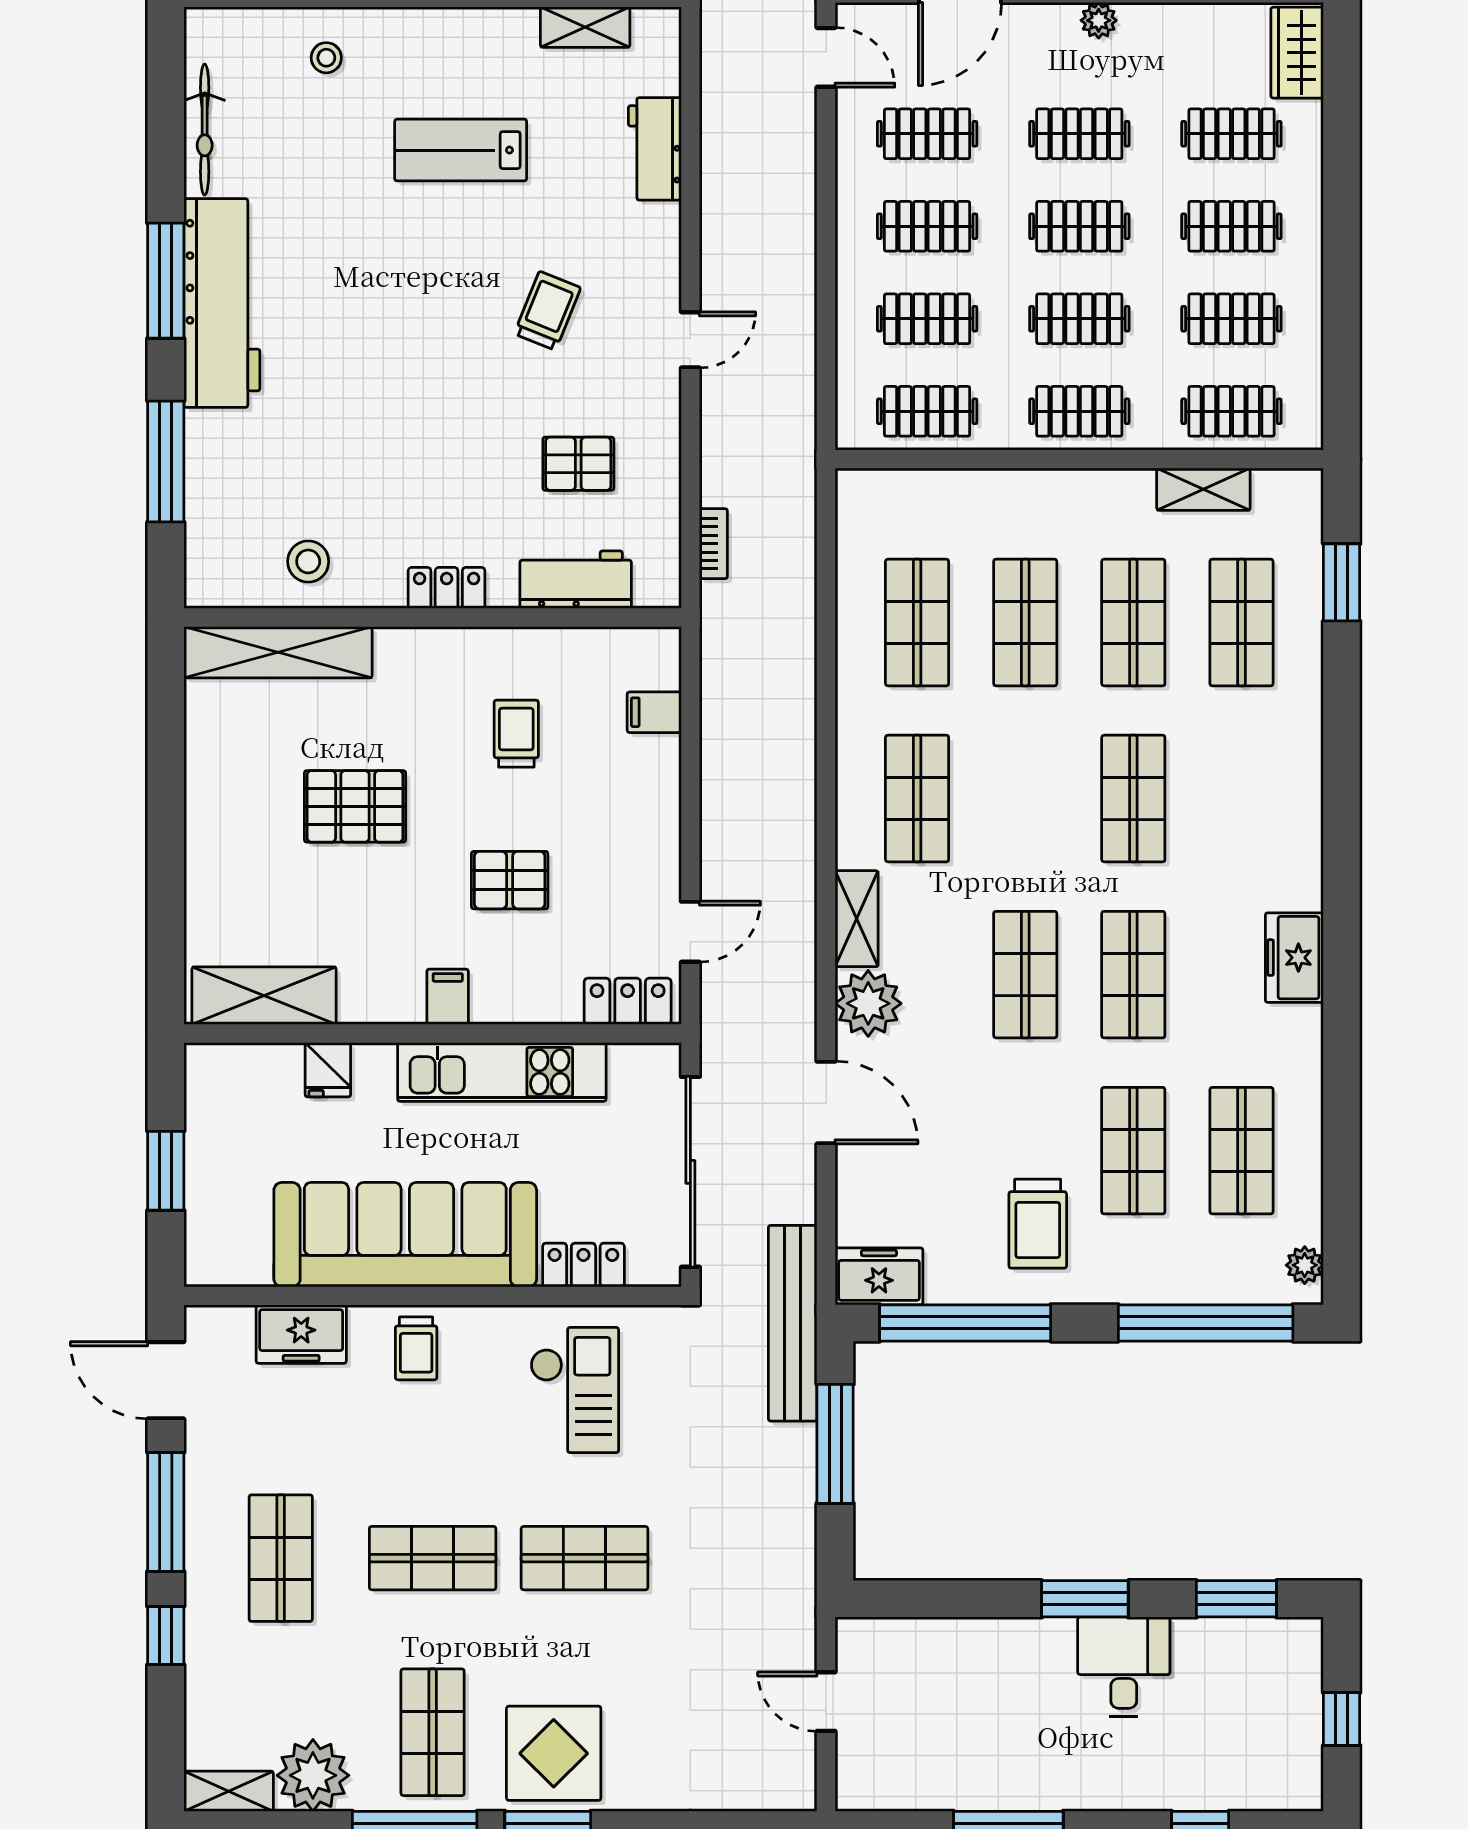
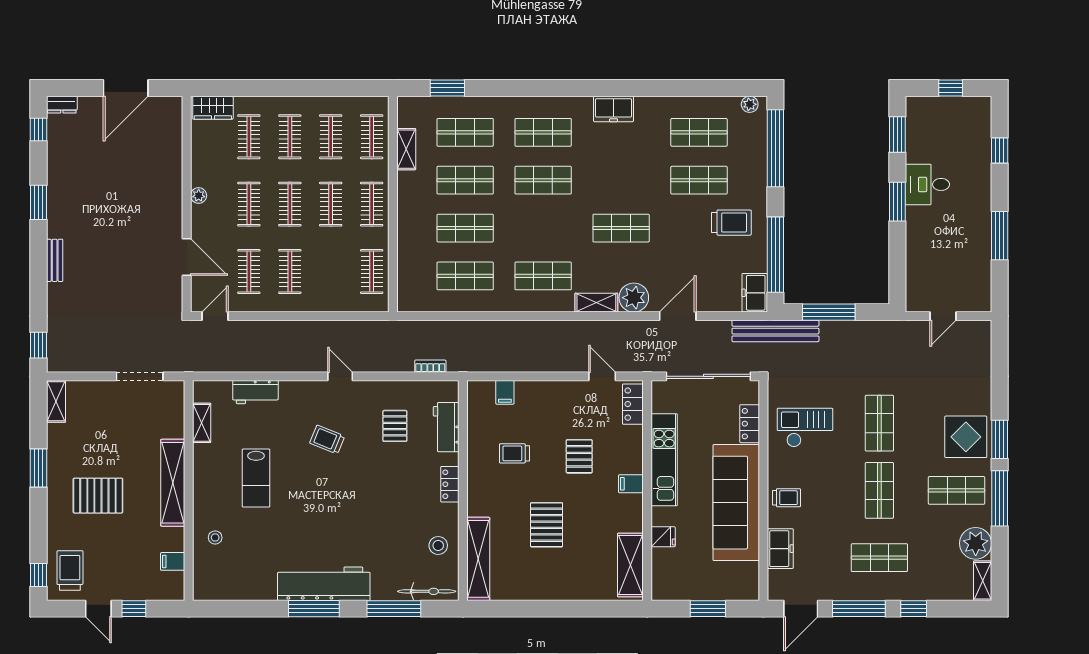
bicycle: (205, 130) -> (427, 591), moved
clothes rail: (927, 319) -> (331, 272), removed
shop shelf: (1133, 975) -> (543, 132), moved

